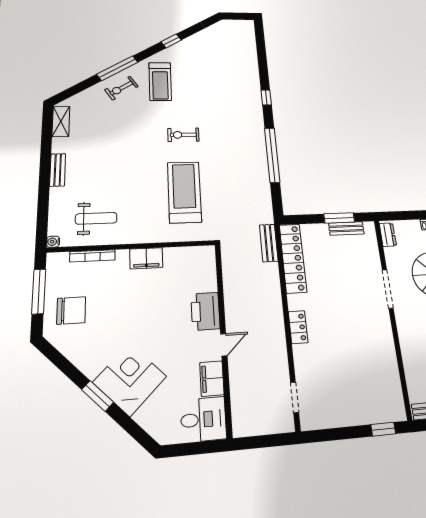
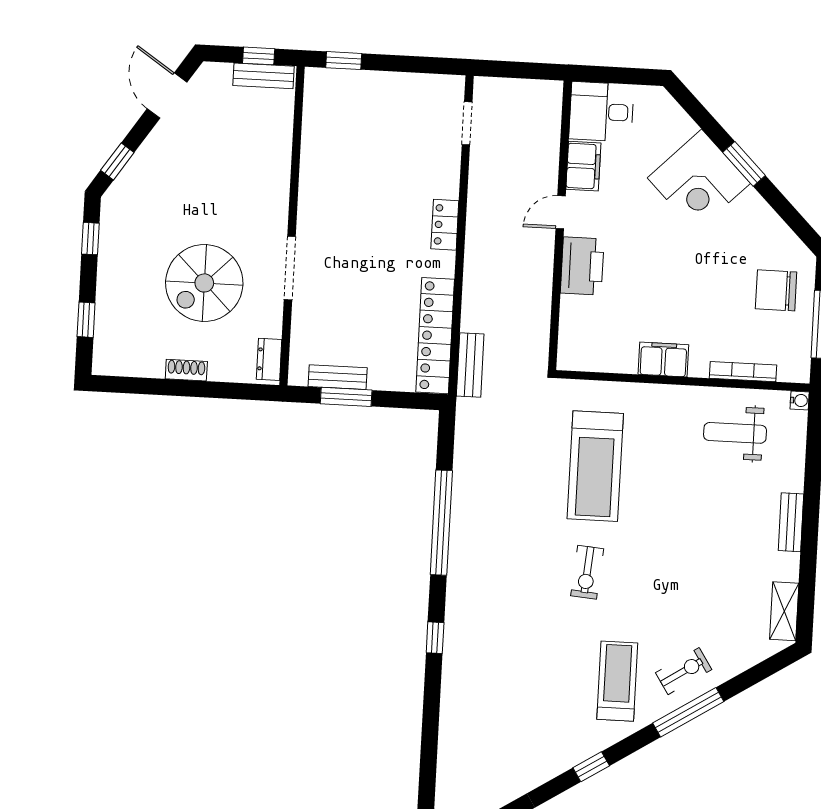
exercise bike: (183, 135) -> (587, 572), turned 95

